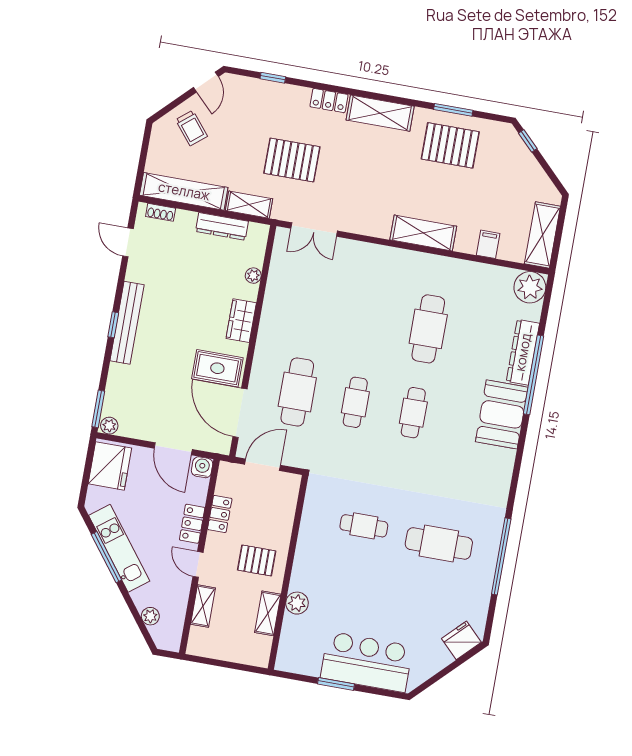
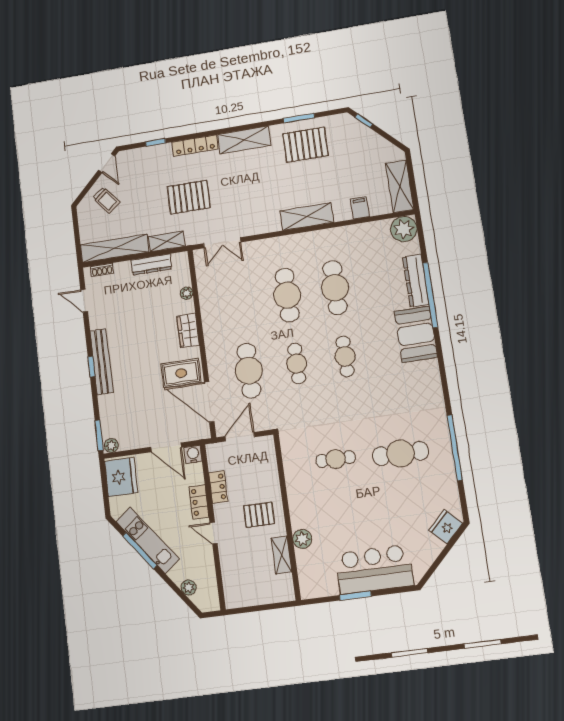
locker: (329, 101) -> (195, 145), width x1.53
cafe table: (370, 319) -> (287, 295), added
shelving: (203, 606) -> (228, 566), removed

